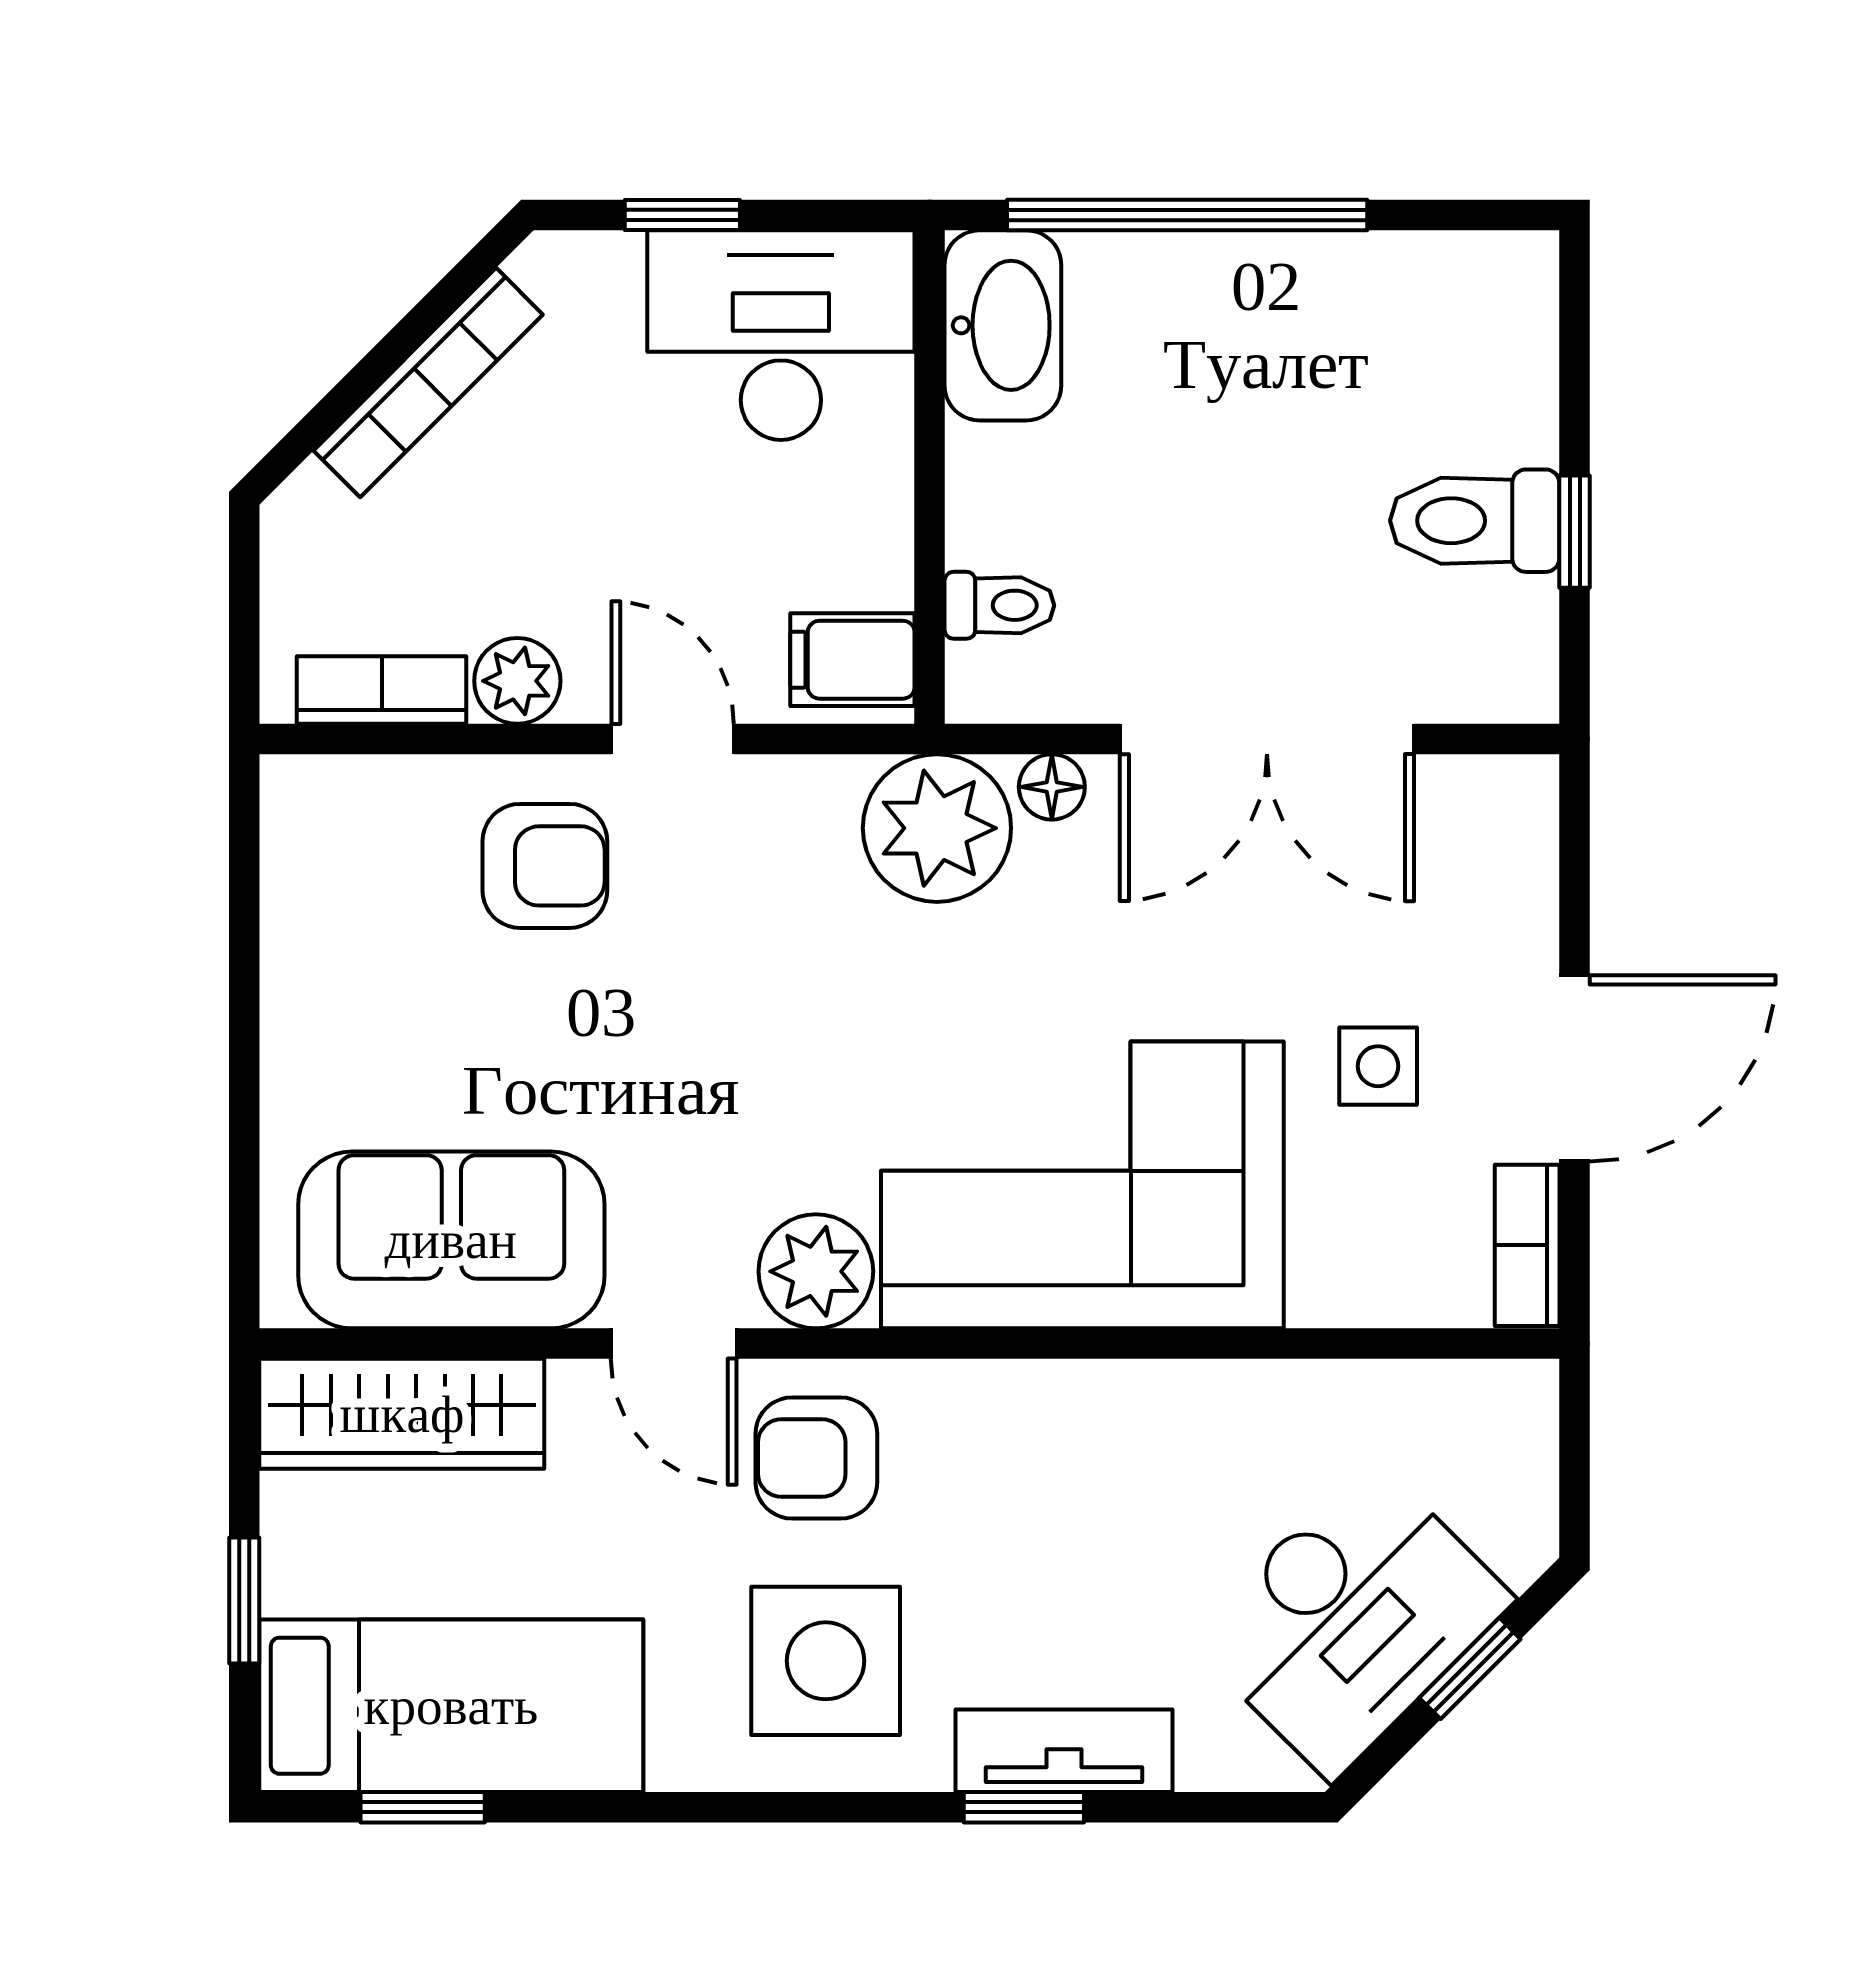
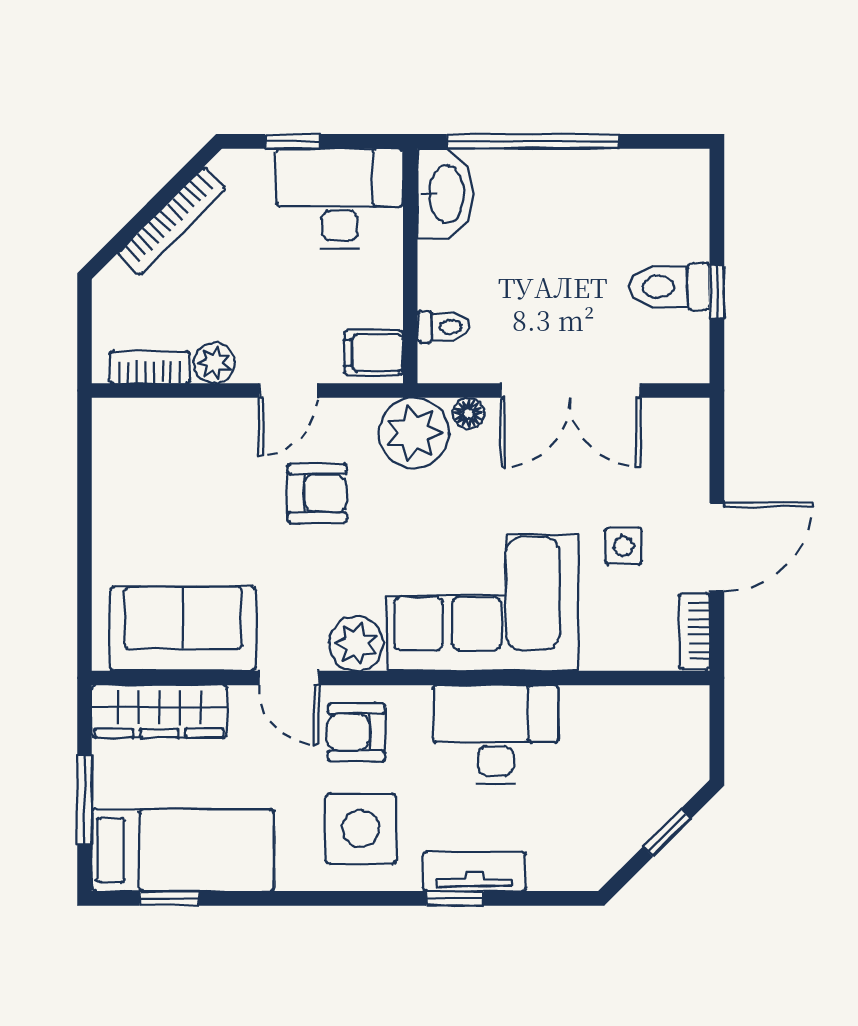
door: (673, 739) -> (288, 391), swing flipped
armchair: (545, 866) -> (317, 493), moved
window: (244, 1600) -> (85, 800), width x1.50
desk: (1351, 1619) -> (495, 734), moved, turned -135

